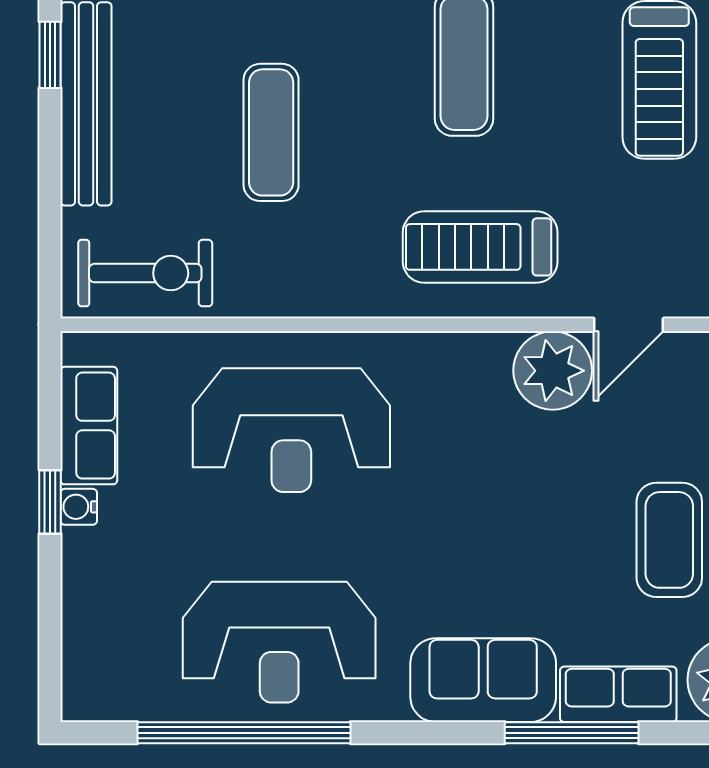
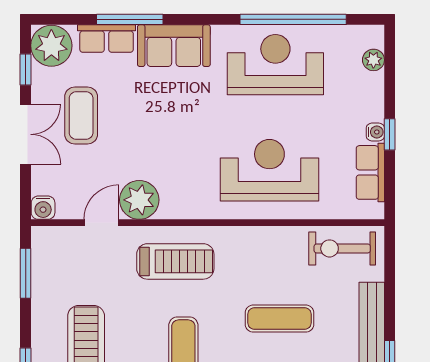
exercise mat: (271, 132) -> (280, 319), turned 90
plant: (82, 651) -> (373, 60), added

